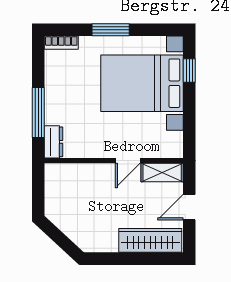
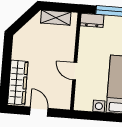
shelving: (162, 172) -> (56, 18), moved, turned 90

